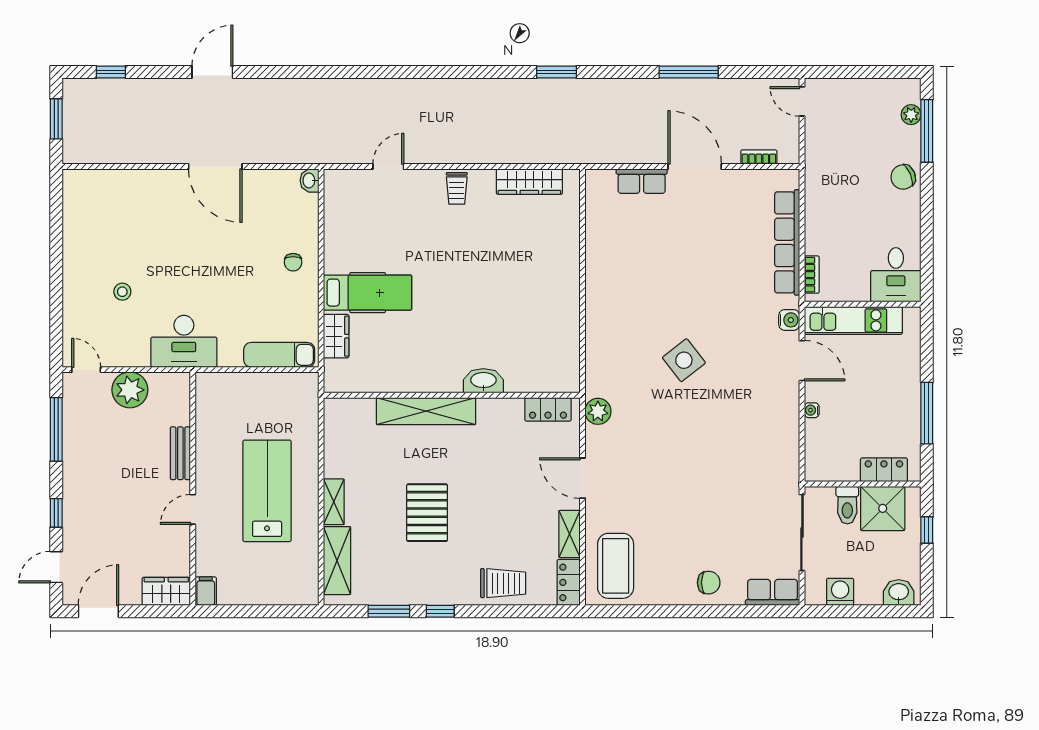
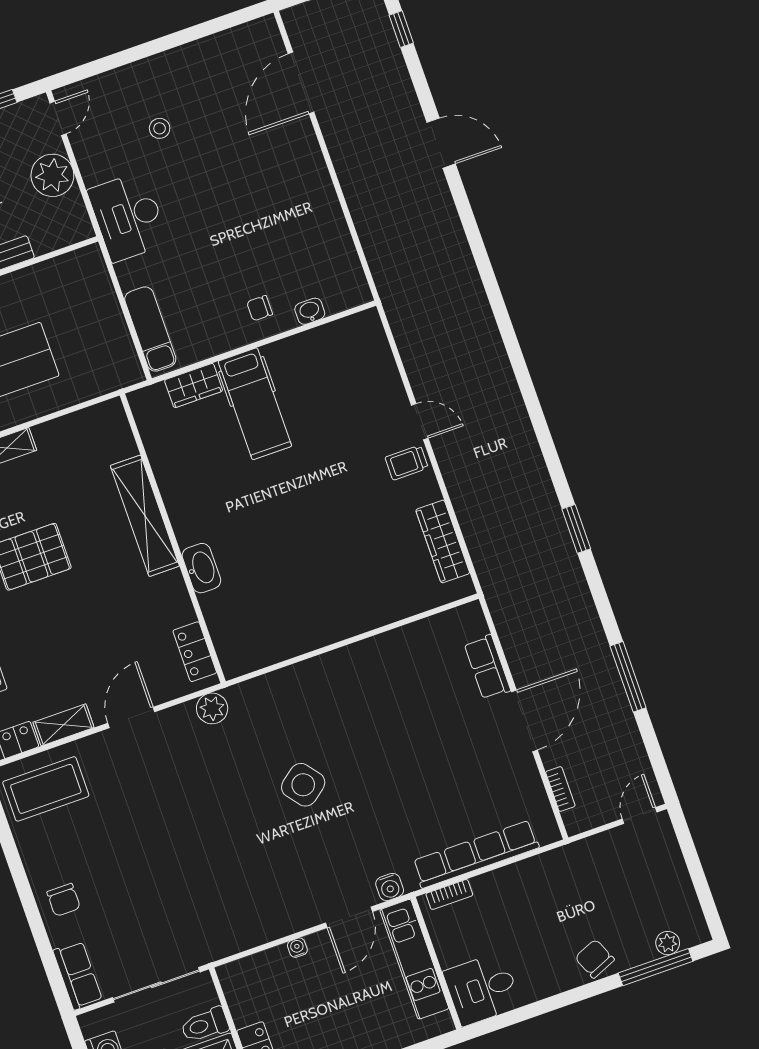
door: (215, 167) -> (301, 83), moved
door: (388, 167) -> (420, 422), moved
washbasin: (309, 180) -> (310, 311), moved

